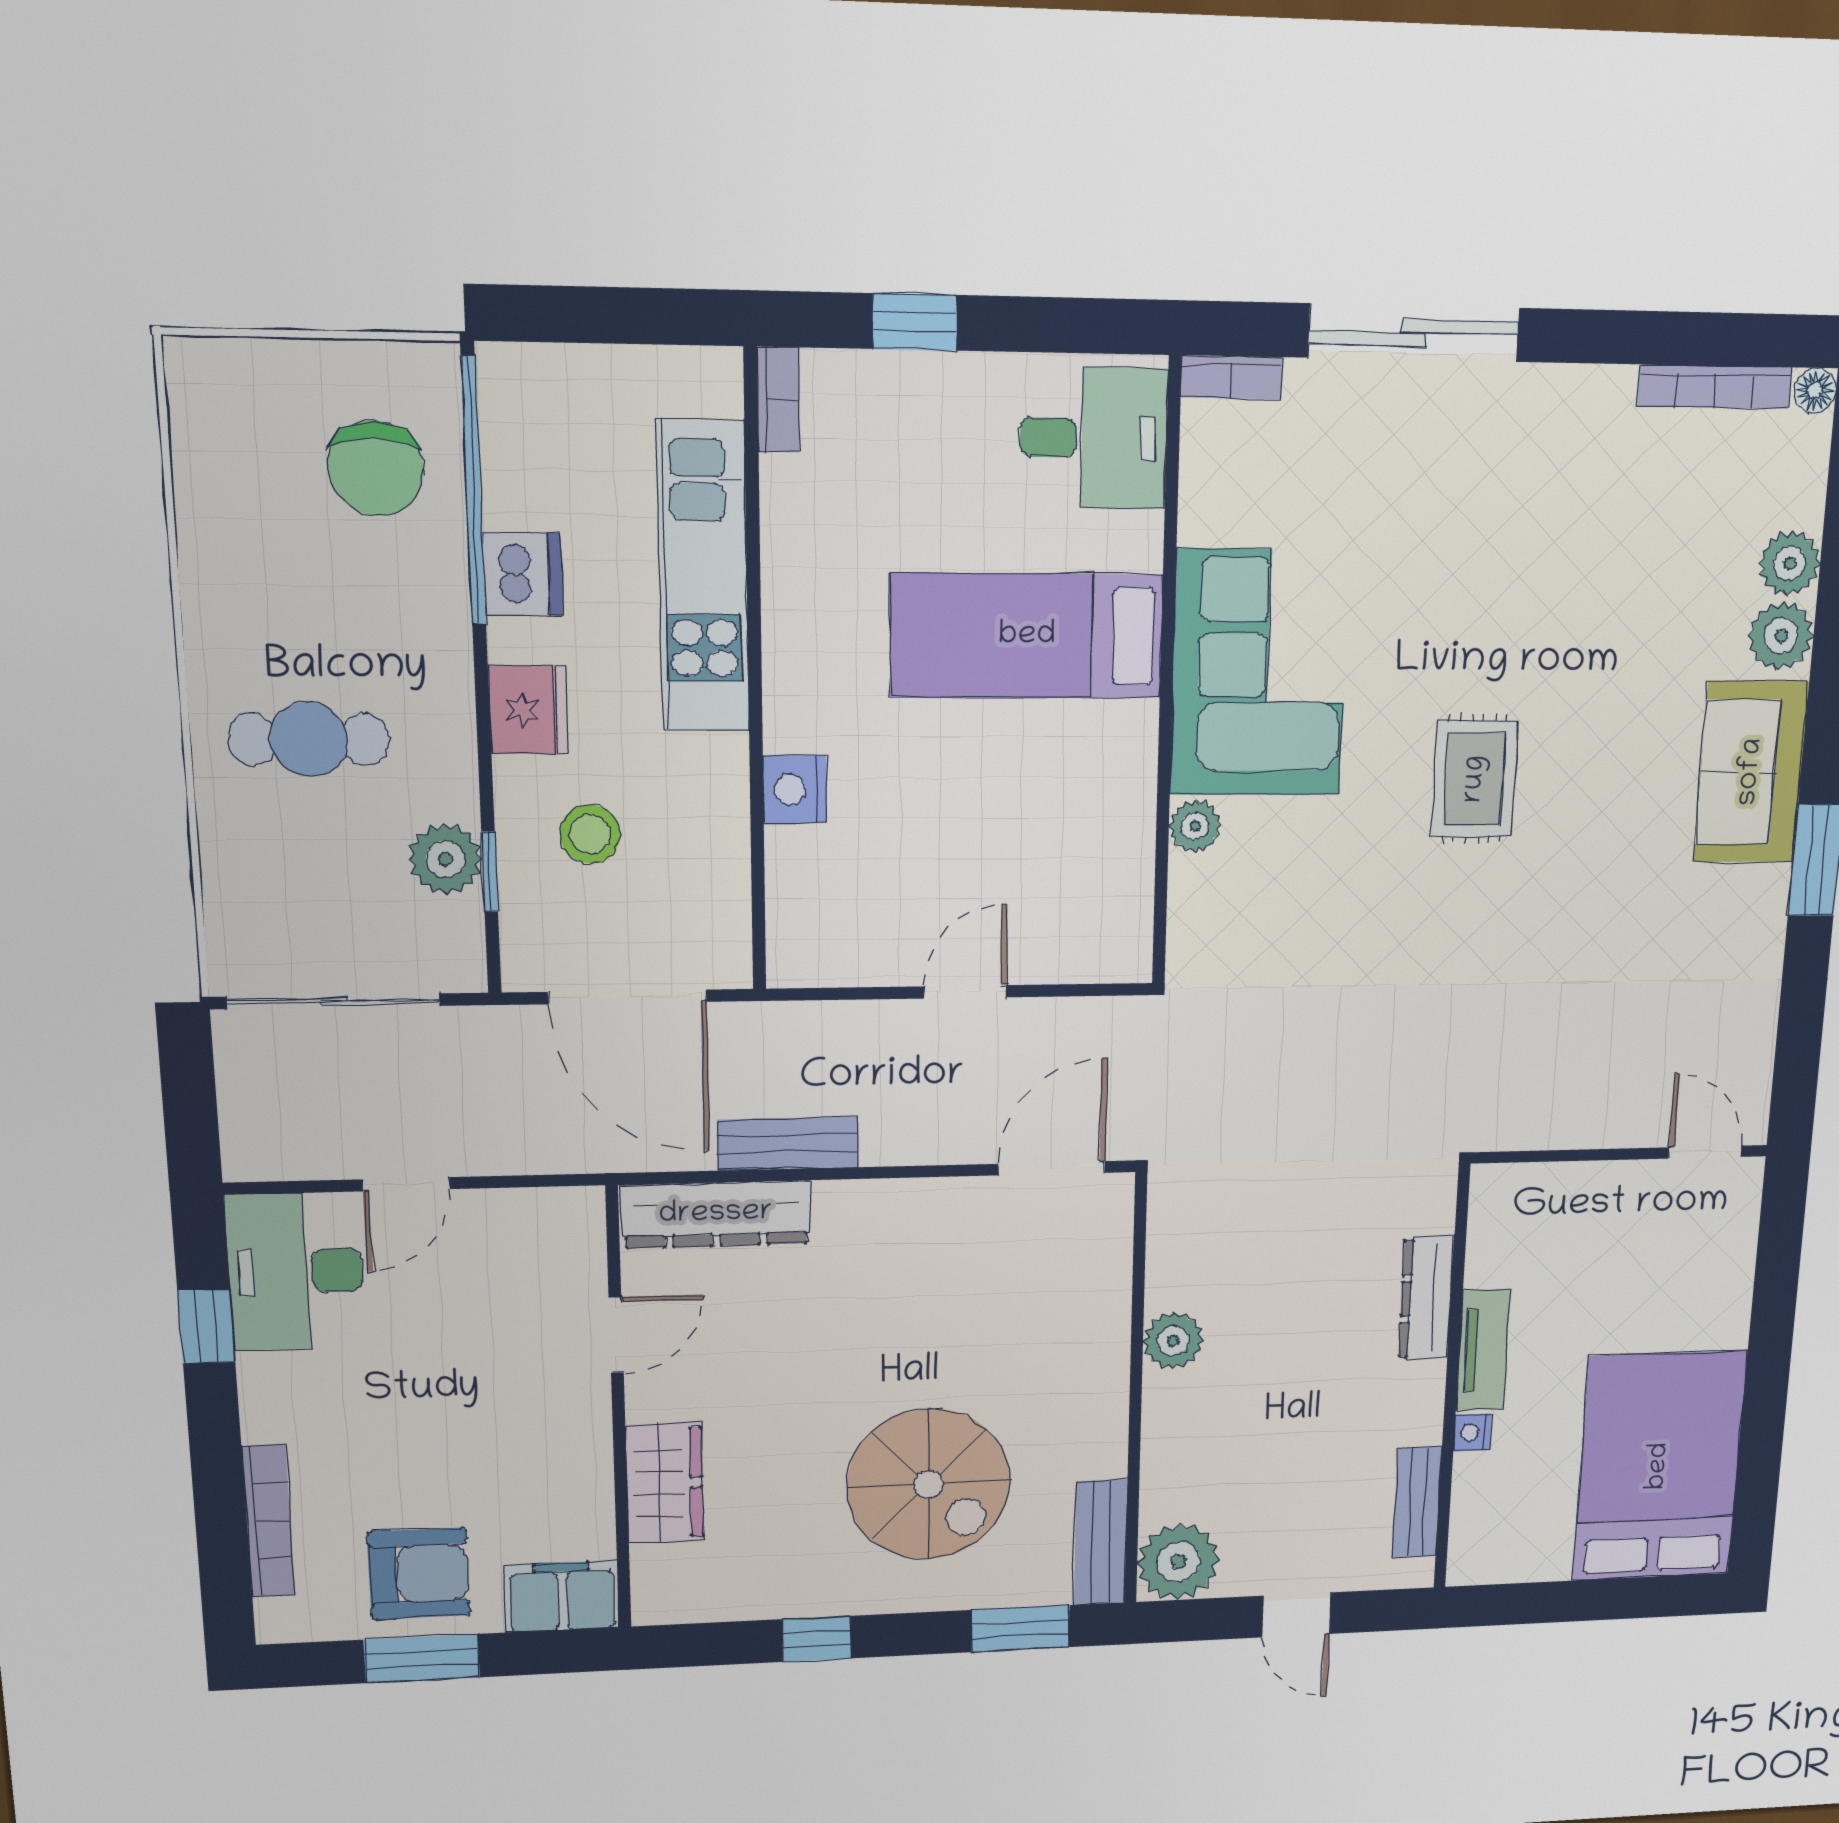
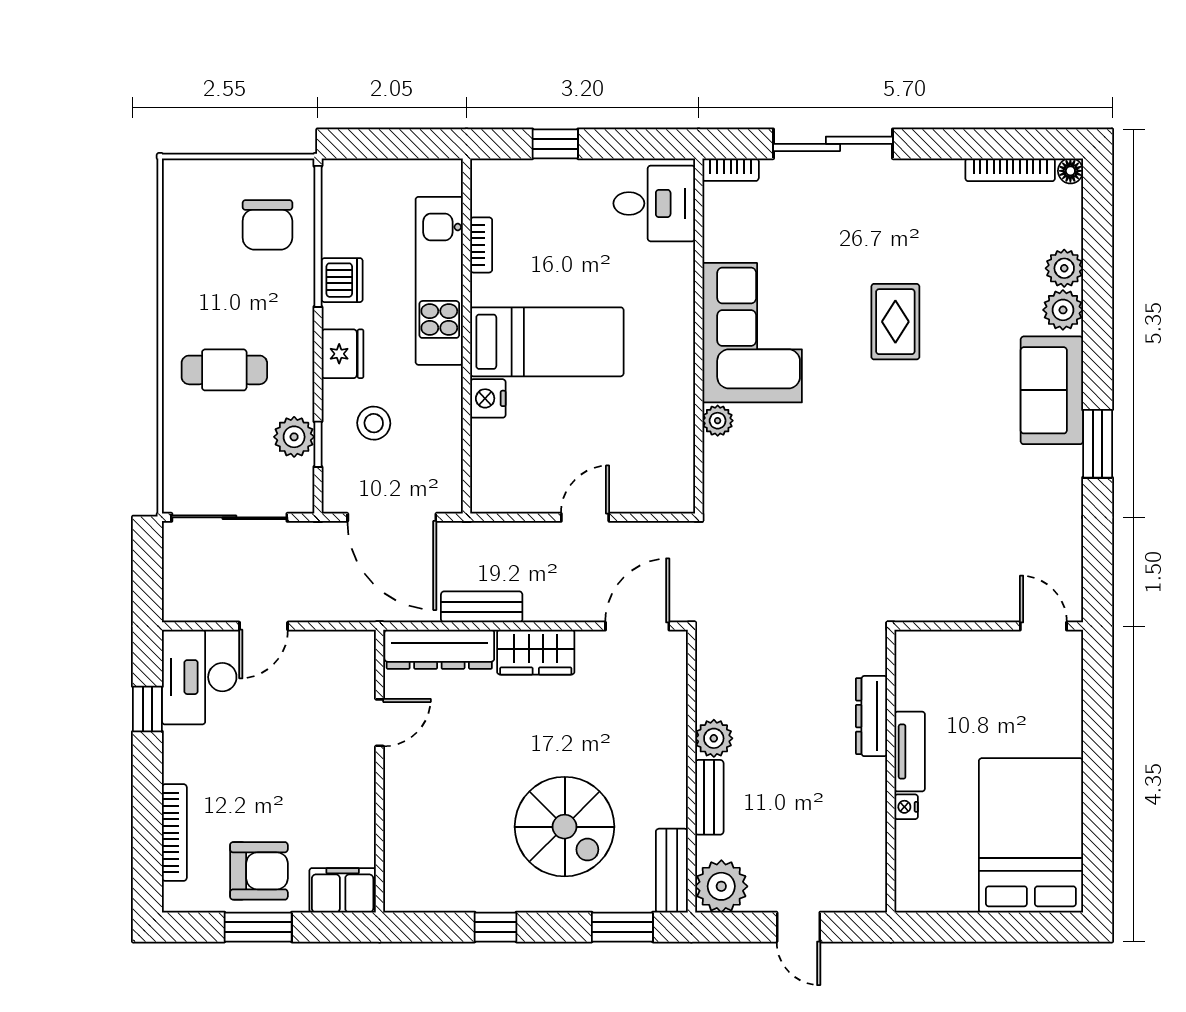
bookcase: (778, 400) -> (481, 245), moved
bed: (1027, 636) -> (547, 342), moved, turned 180
rug: (1475, 779) -> (895, 322), moved
wardrobe: (665, 1483) -> (536, 652), moved, turned 90
bench: (1417, 1502) -> (709, 797), moved

